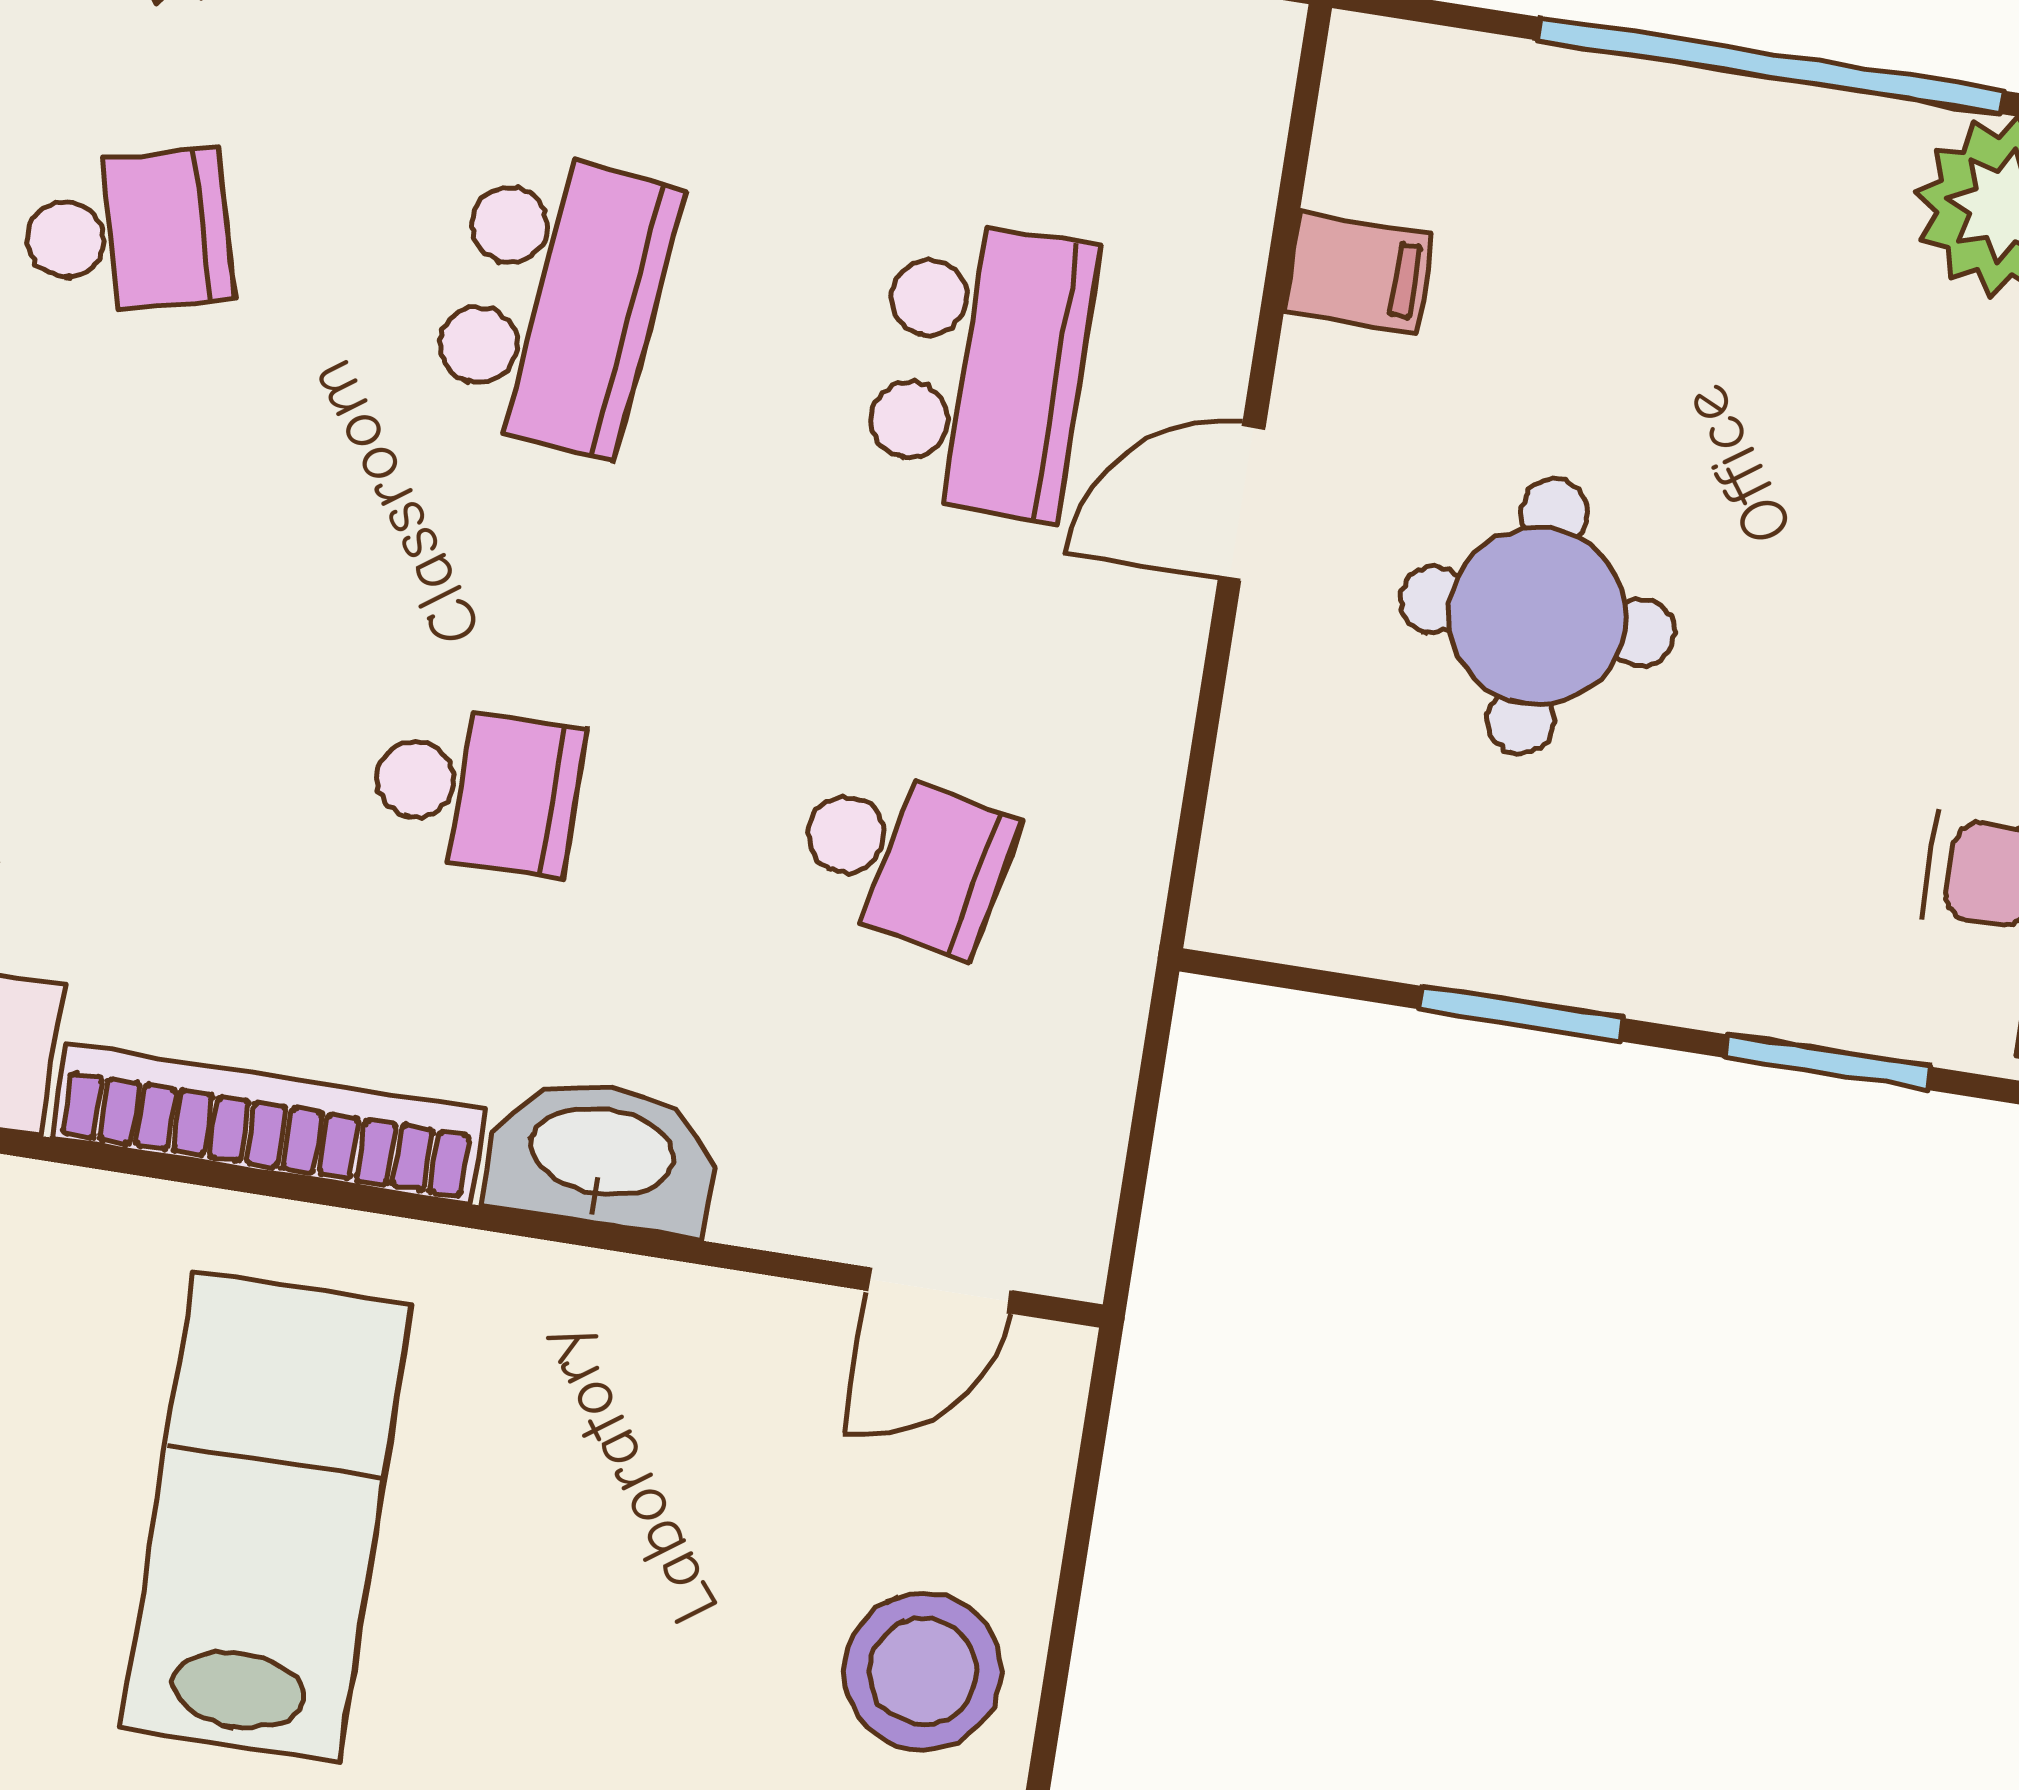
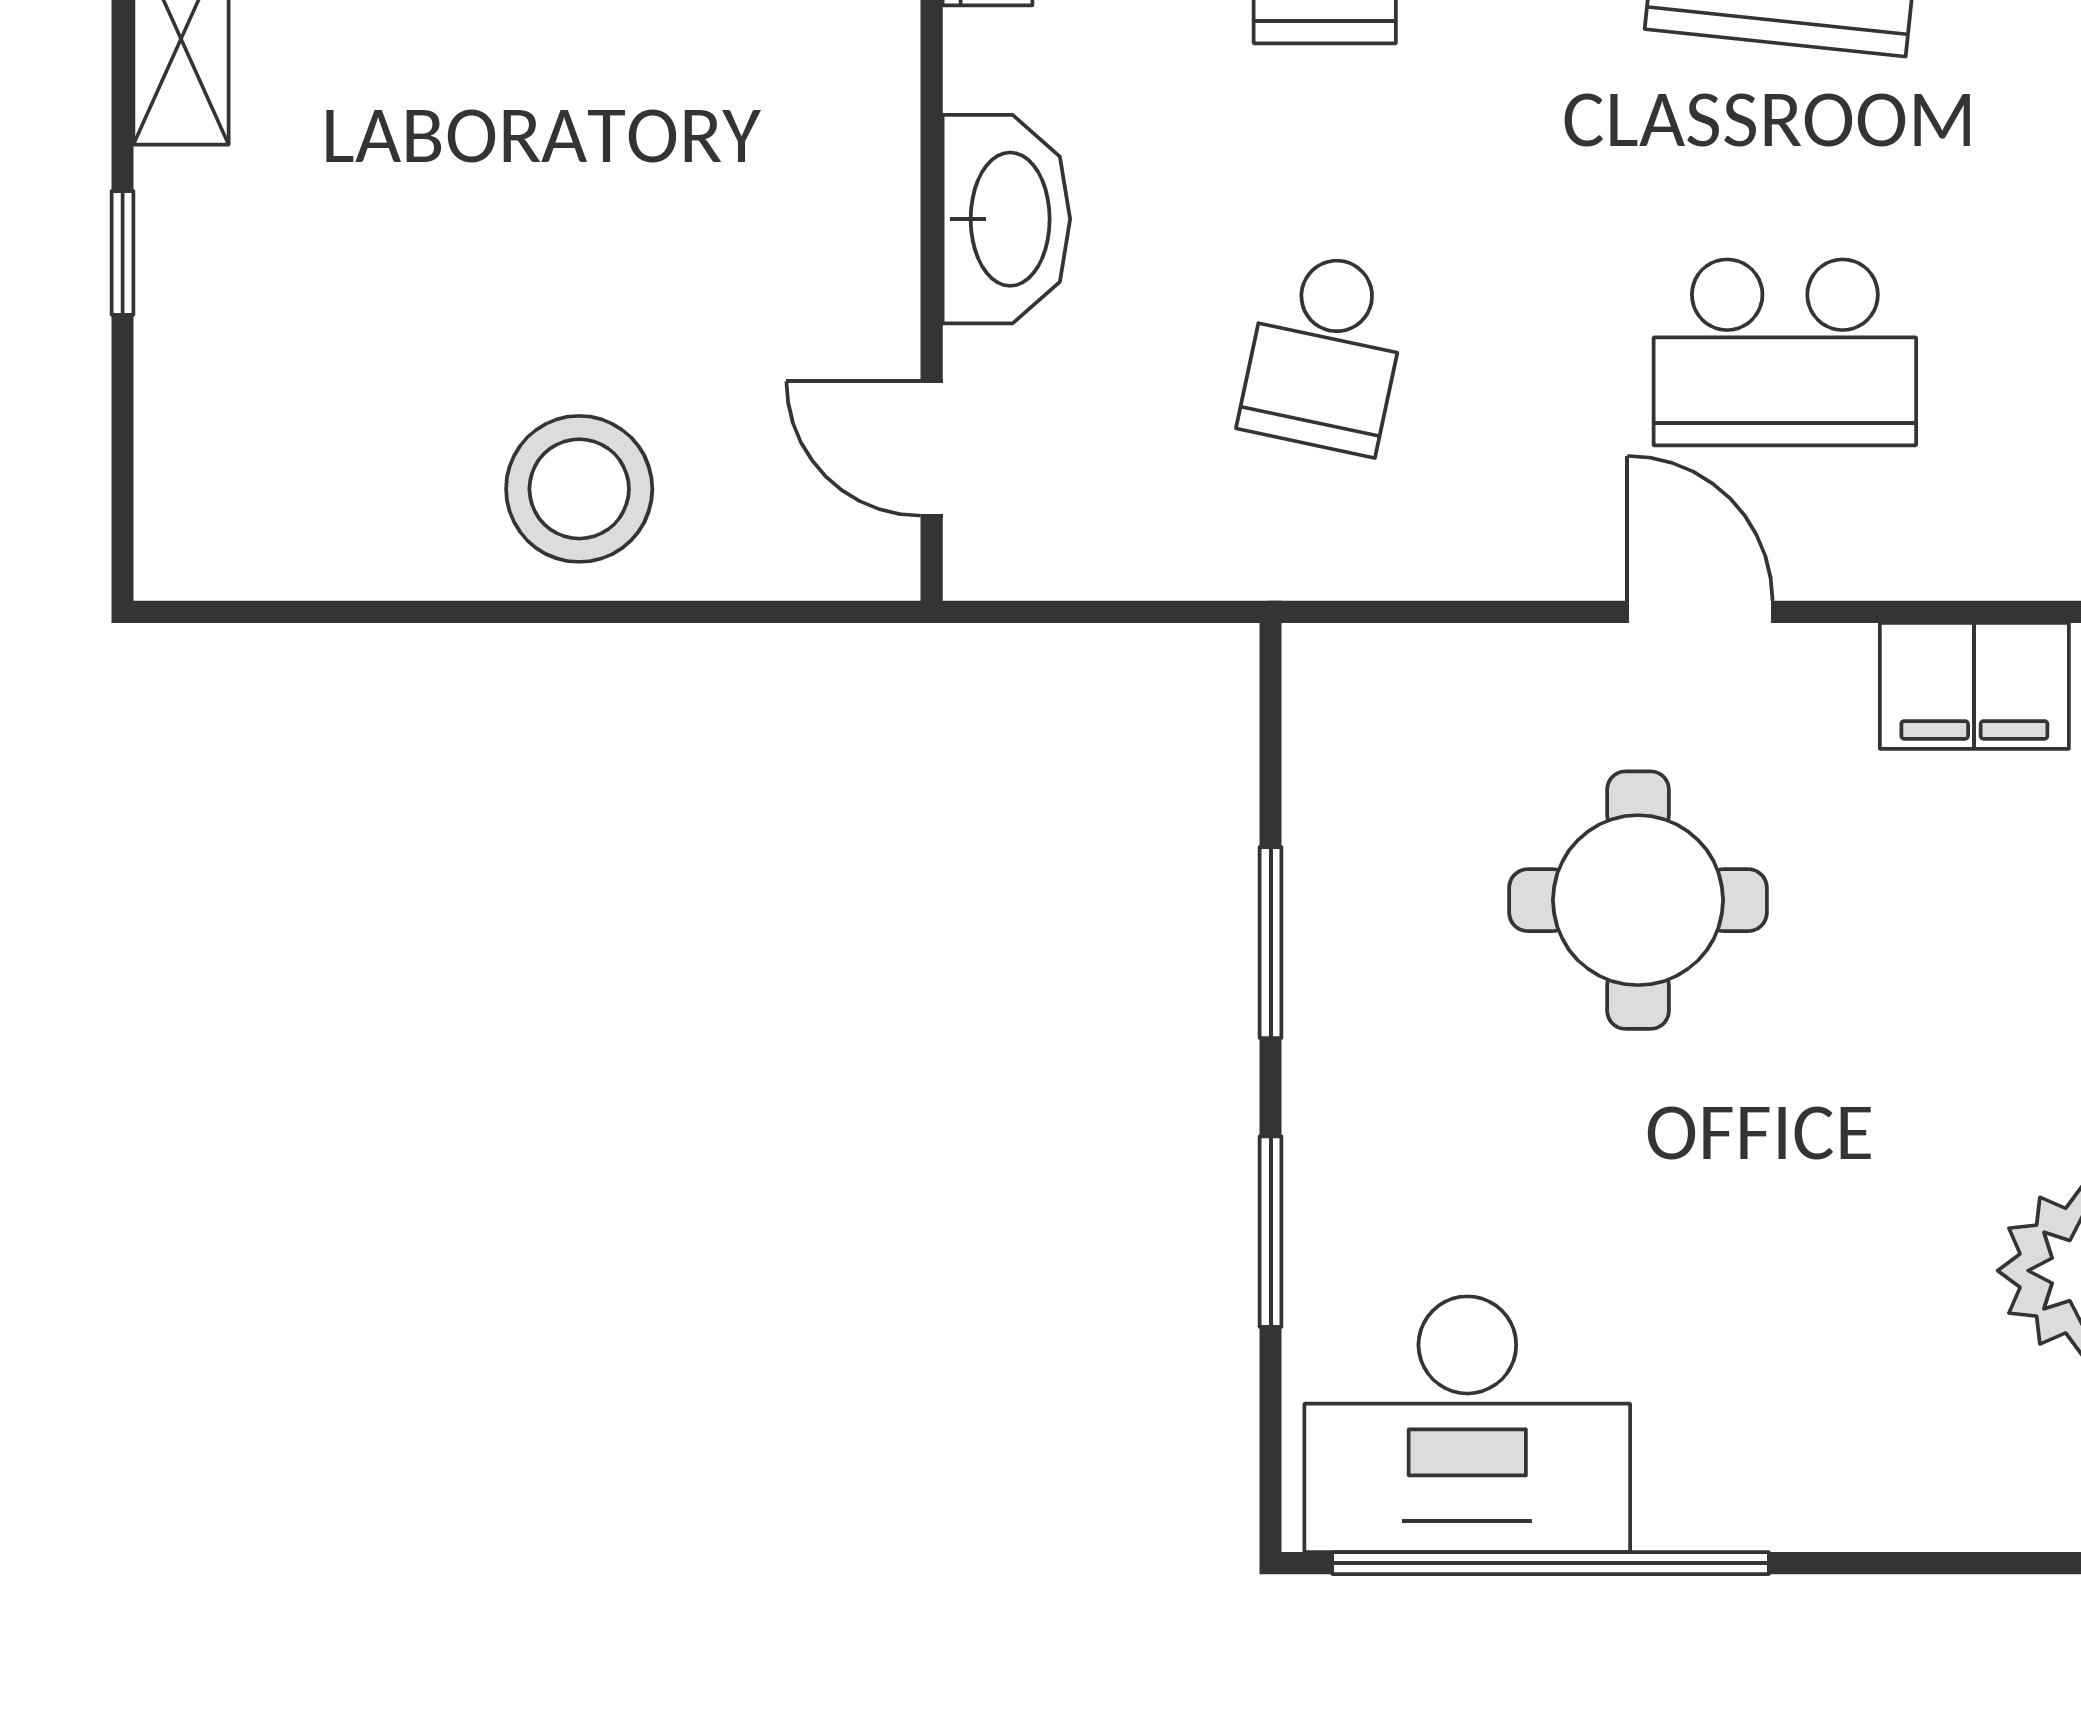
filing cabinet: (1359, 273) -> (1974, 686), width x2.00
washbasin: (601, 1156) -> (1006, 219), moved

